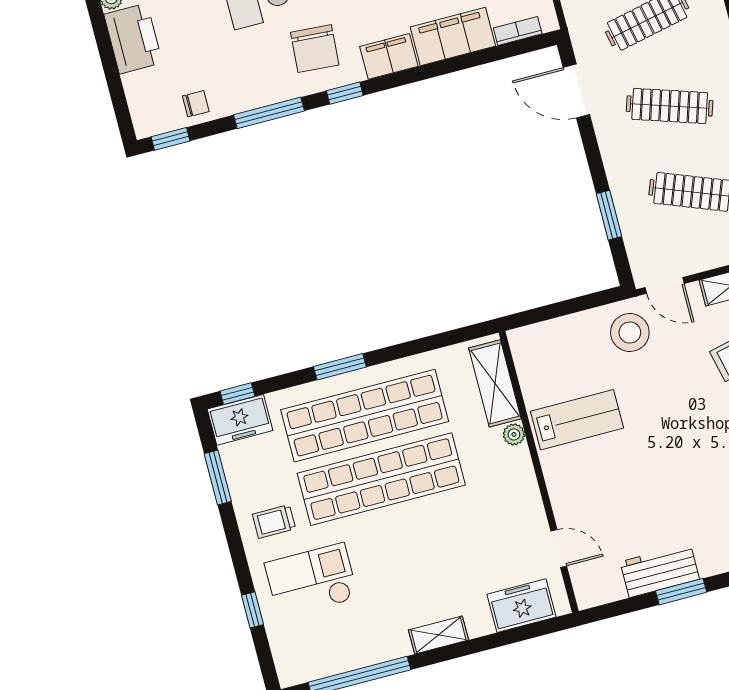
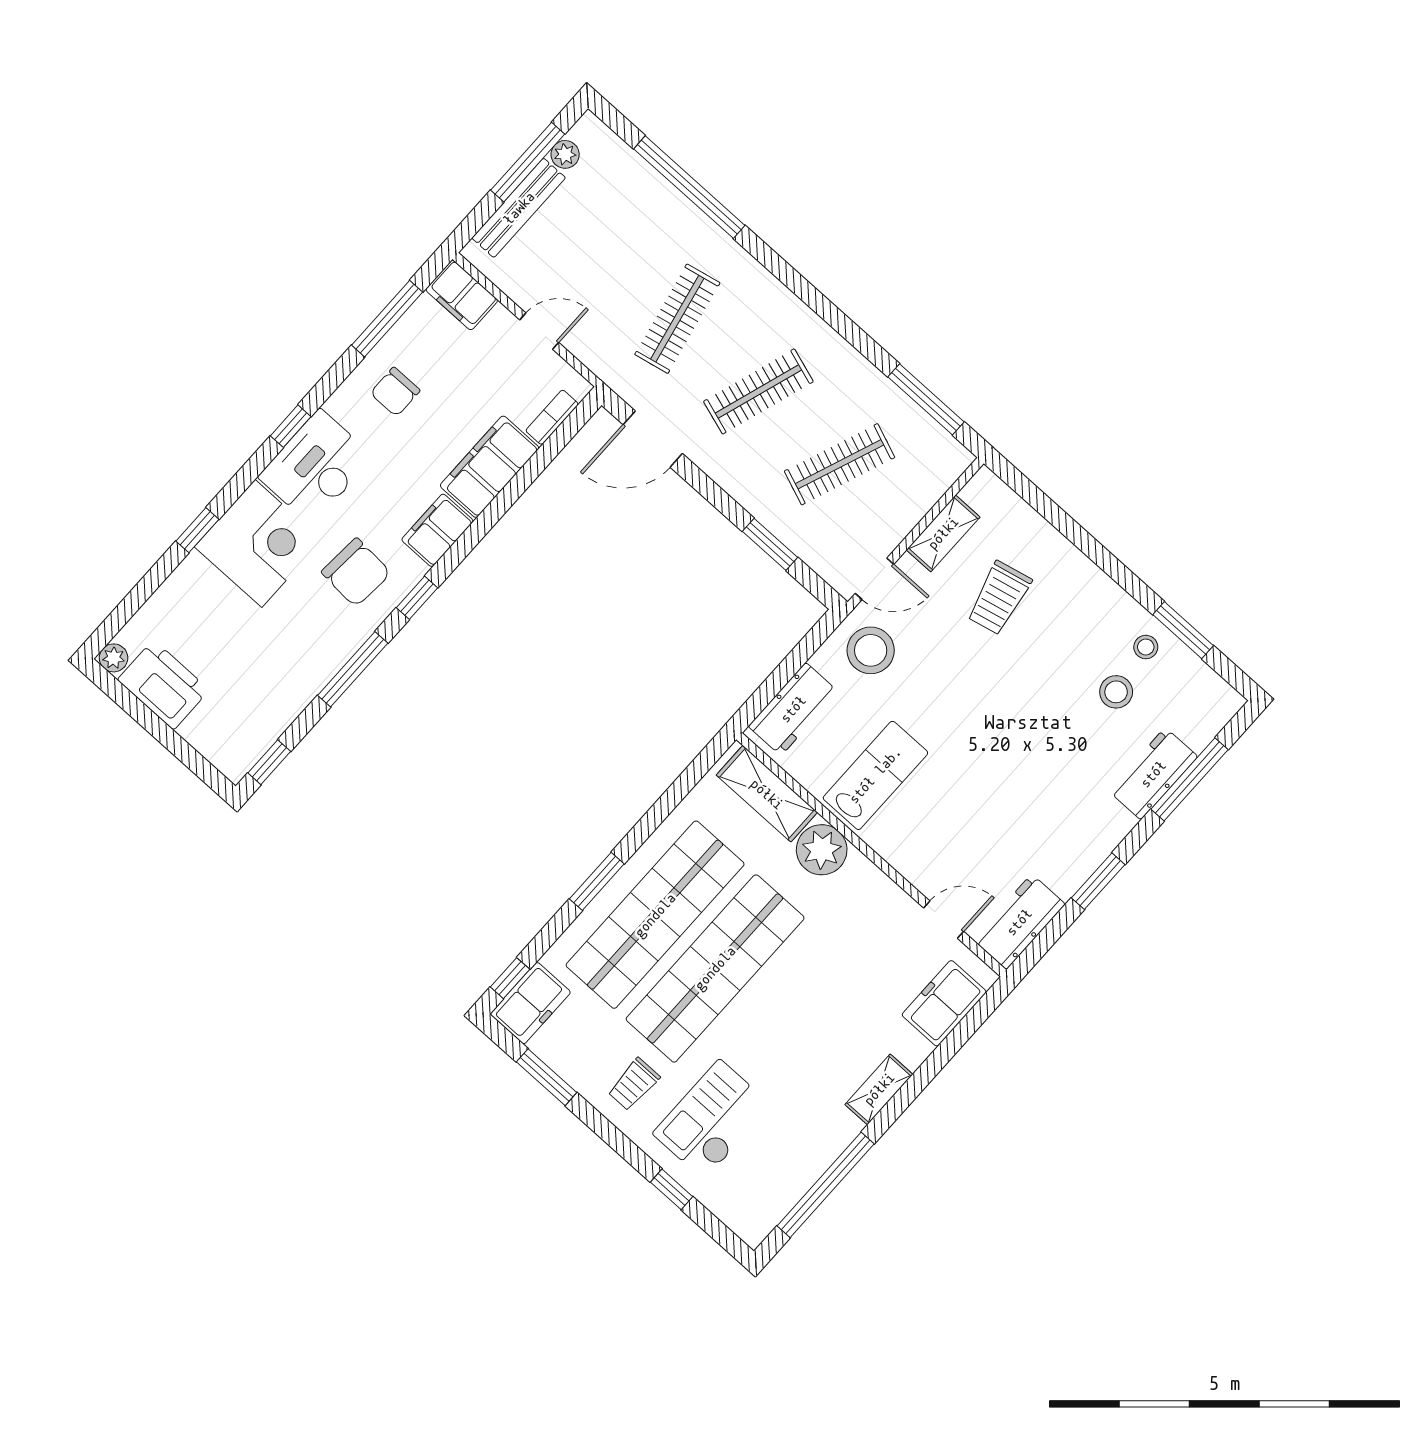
chair: (196, 104) -> (271, 709), removed
workbench: (551, 338) -> (793, 709), added
plant: (514, 434) -> (822, 850), width x1.88, depth x1.88
workbench: (660, 570) -> (1019, 922), moved

